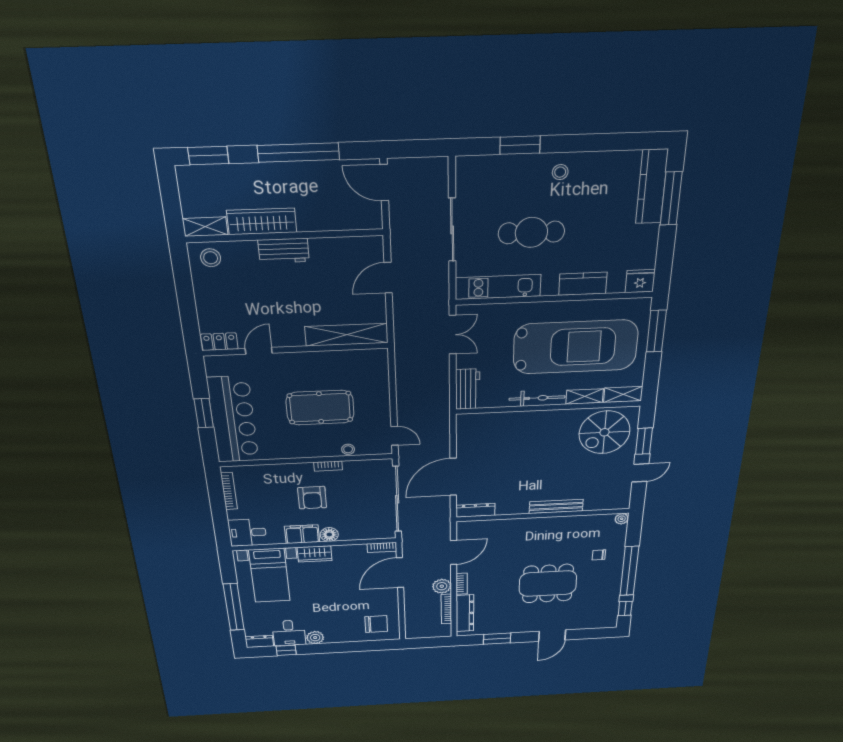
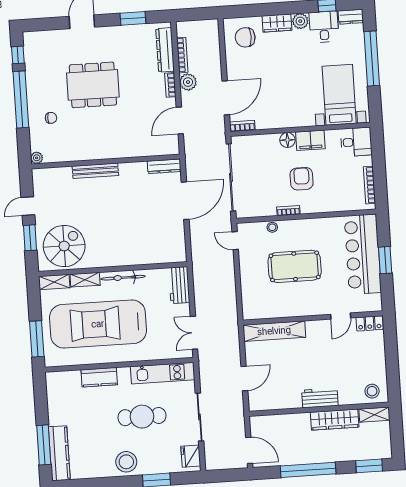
stool: (560, 172) -> (126, 462), width x1.89, depth x1.89
fridge: (640, 281) -> (191, 456), moved, turned 90
wardrobe: (315, 554) -> (277, 23), moved, turned 180

